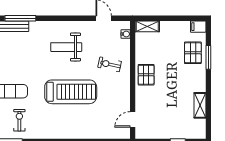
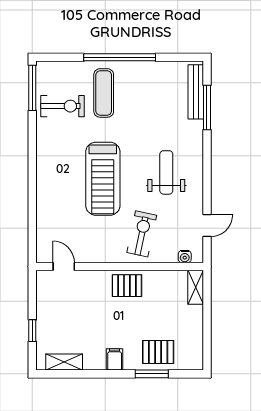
filing cabinet: (198, 27) -> (115, 359), moved
exercise bike: (110, 64) -> (142, 234), width x1.38, depth x1.39
shelving: (200, 105) -> (64, 362), moved
exercise bike: (19, 120) -> (63, 106), width x1.38, depth x1.39

